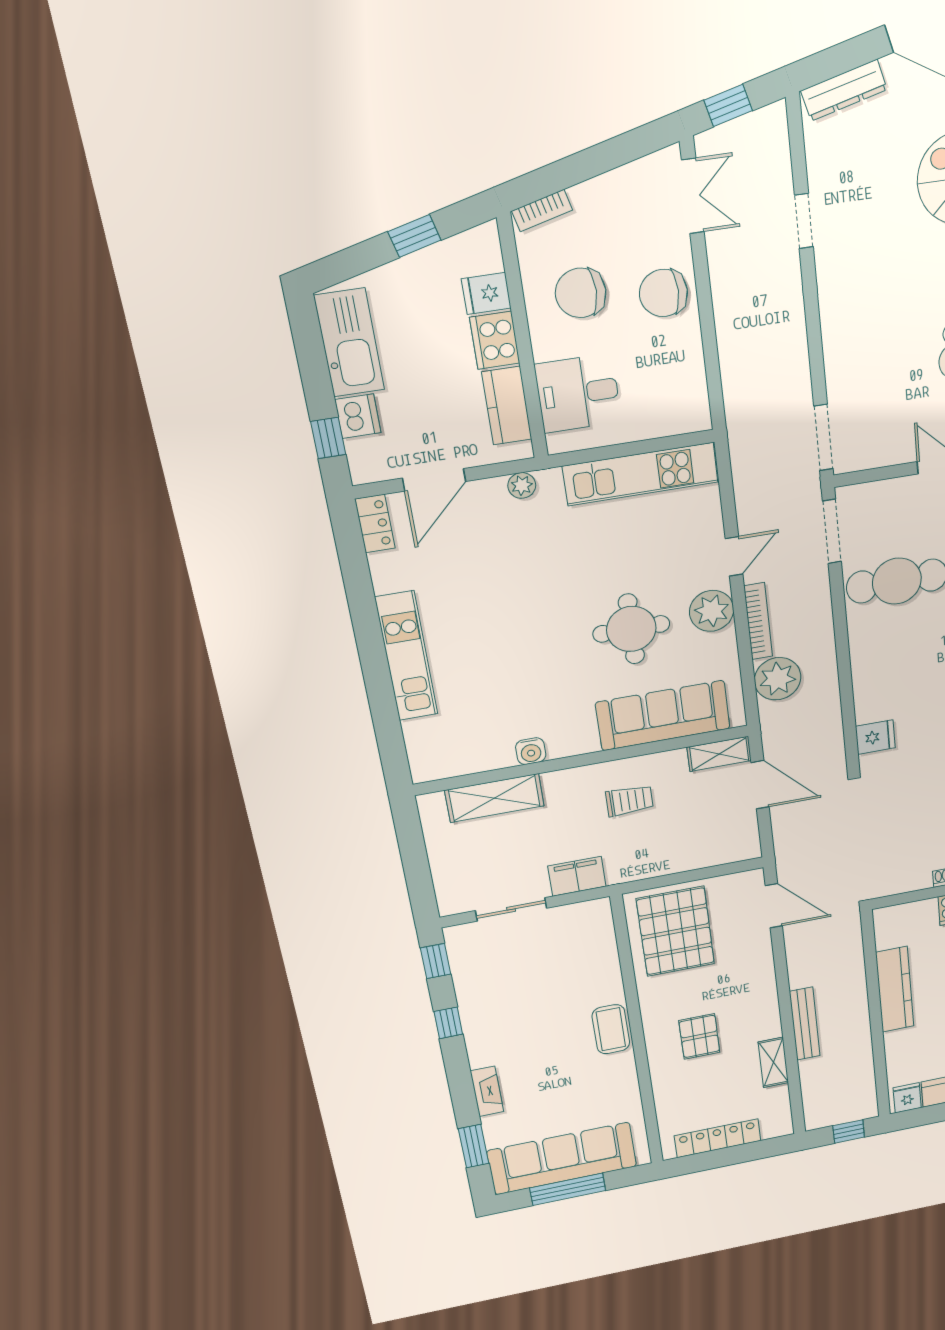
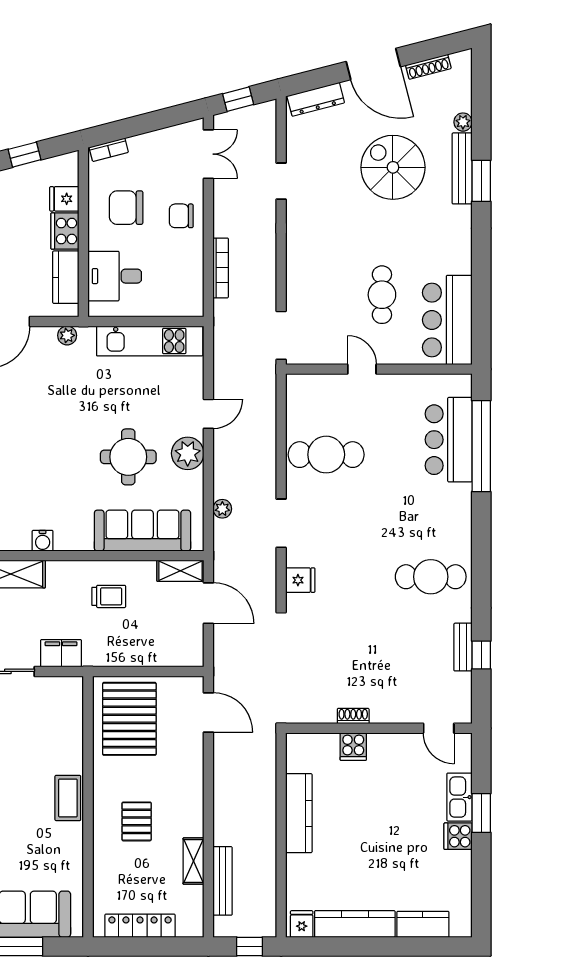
chair: (663, 293) -> (181, 216), width x0.73, depth x0.73
doorway: (832, 531) -> (281, 523), moved
bookcase: (758, 621) -> (221, 268), moved
plant: (778, 679) -> (222, 509), width x0.53, depth x0.53
bench: (805, 1024) -> (223, 881), moved

